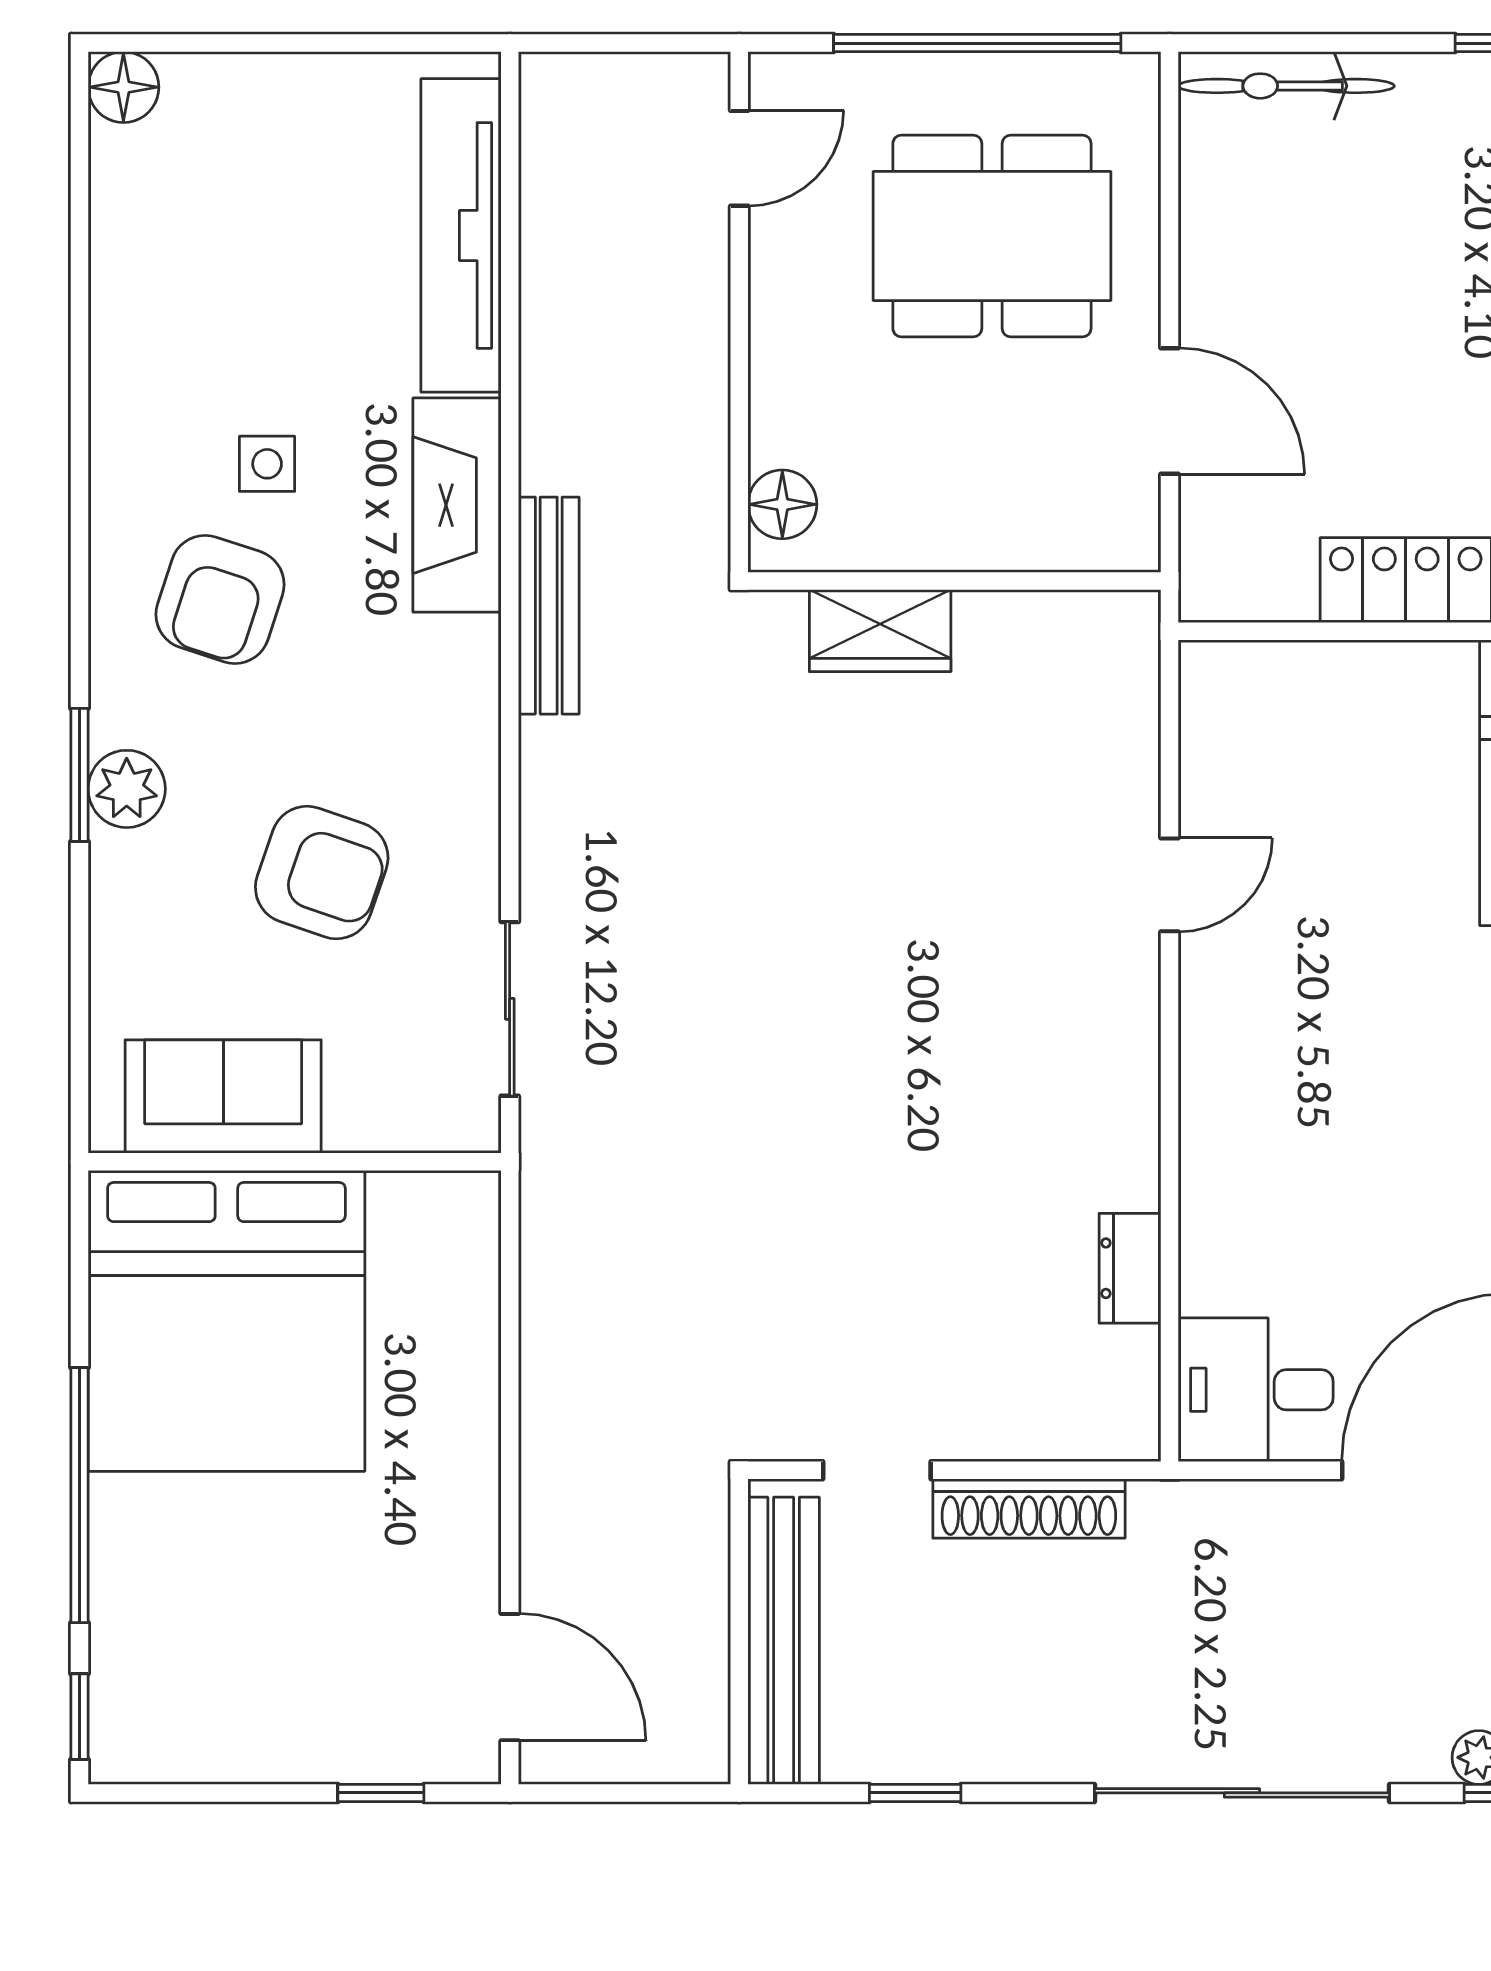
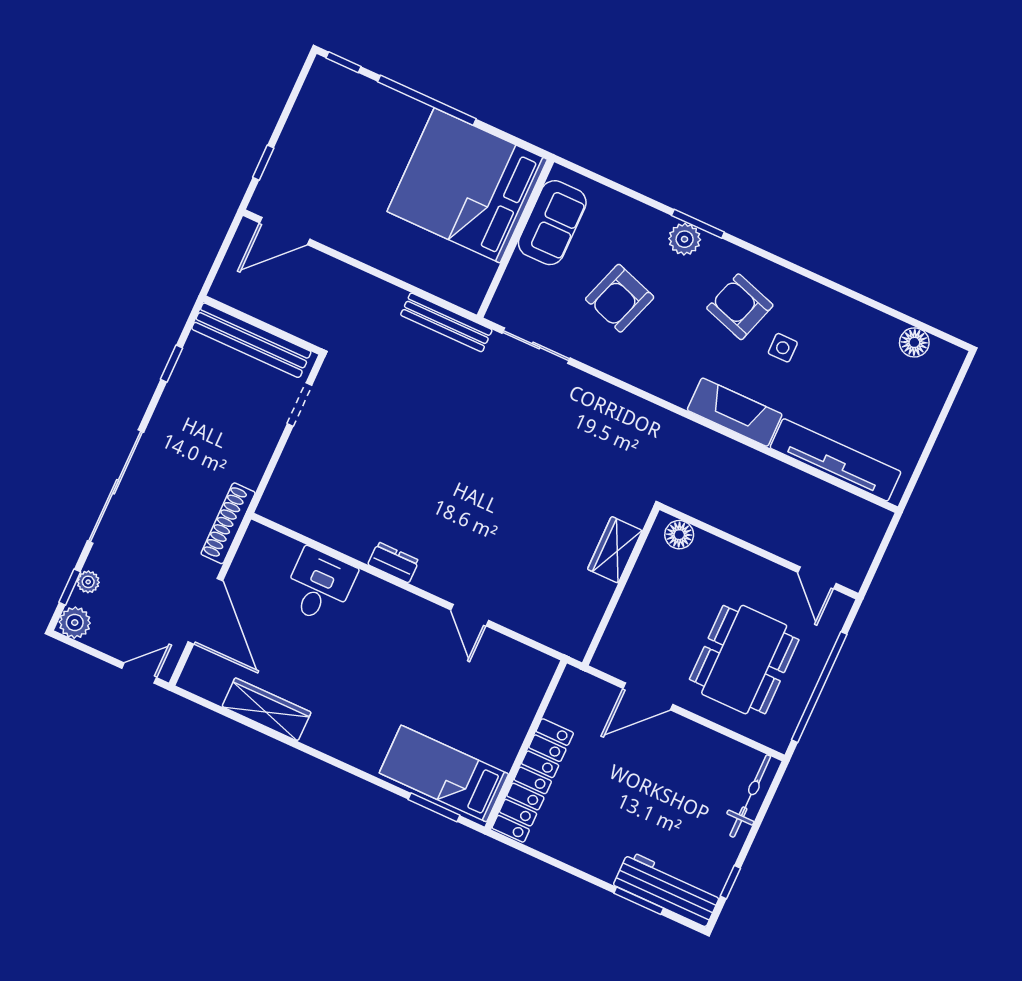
floor lamp: (123, 87) -> (914, 342), moved
bench: (549, 606) -> (446, 322), moved
dresser: (1130, 1268) -> (393, 562), moved
desk: (1256, 1390) -> (319, 586), moved
shoe rack: (1029, 1509) -> (228, 523), moved

